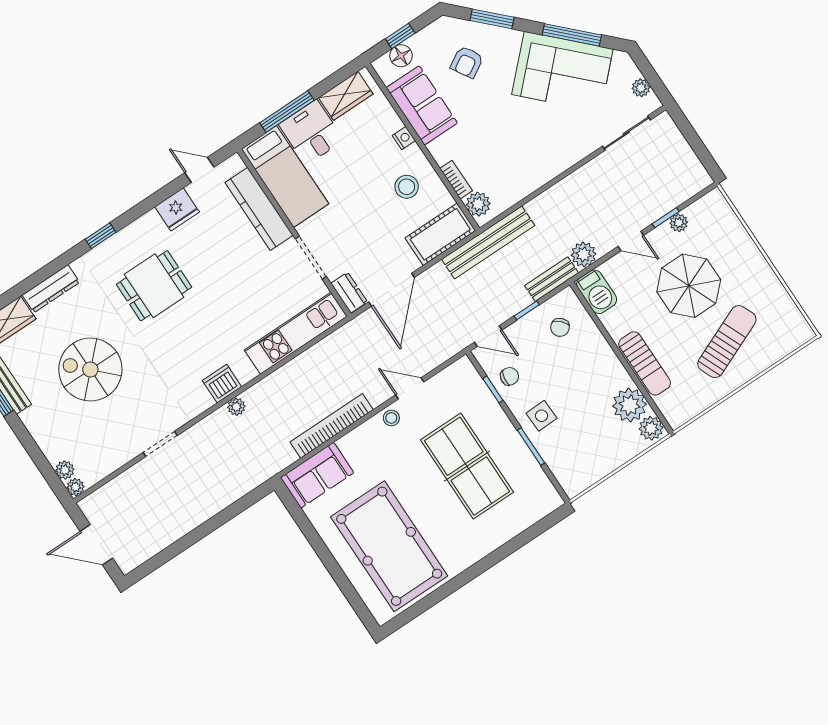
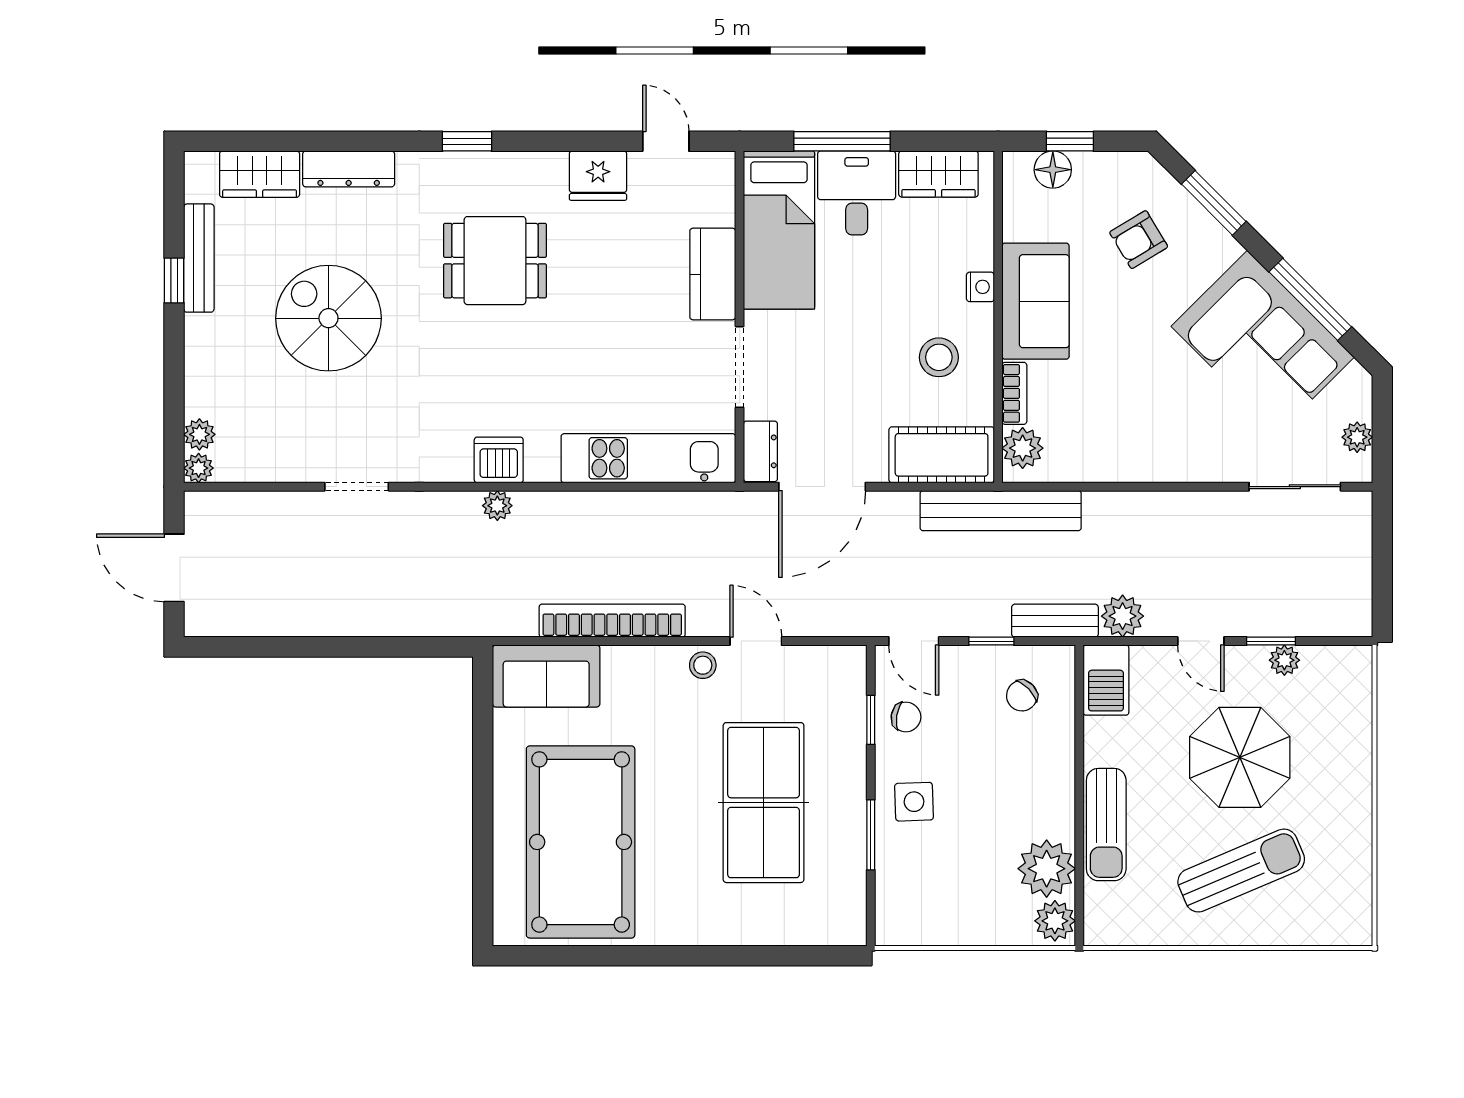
sofa: (422, 105) -> (1036, 301), moved
kitchen counter: (259, 209) -> (713, 274), width x0.67

